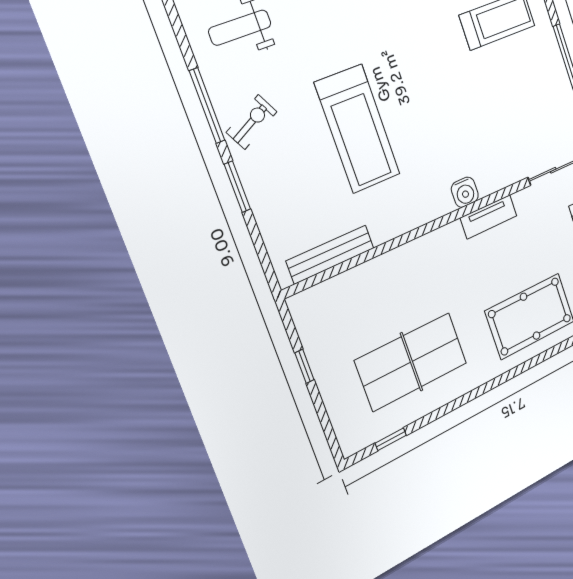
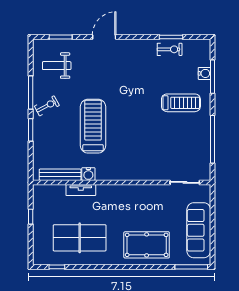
treadmill: (357, 129) -> (93, 126), turned 180
water cooler: (465, 192) -> (88, 174), moved
tv unit: (489, 217) -> (81, 190), moved

